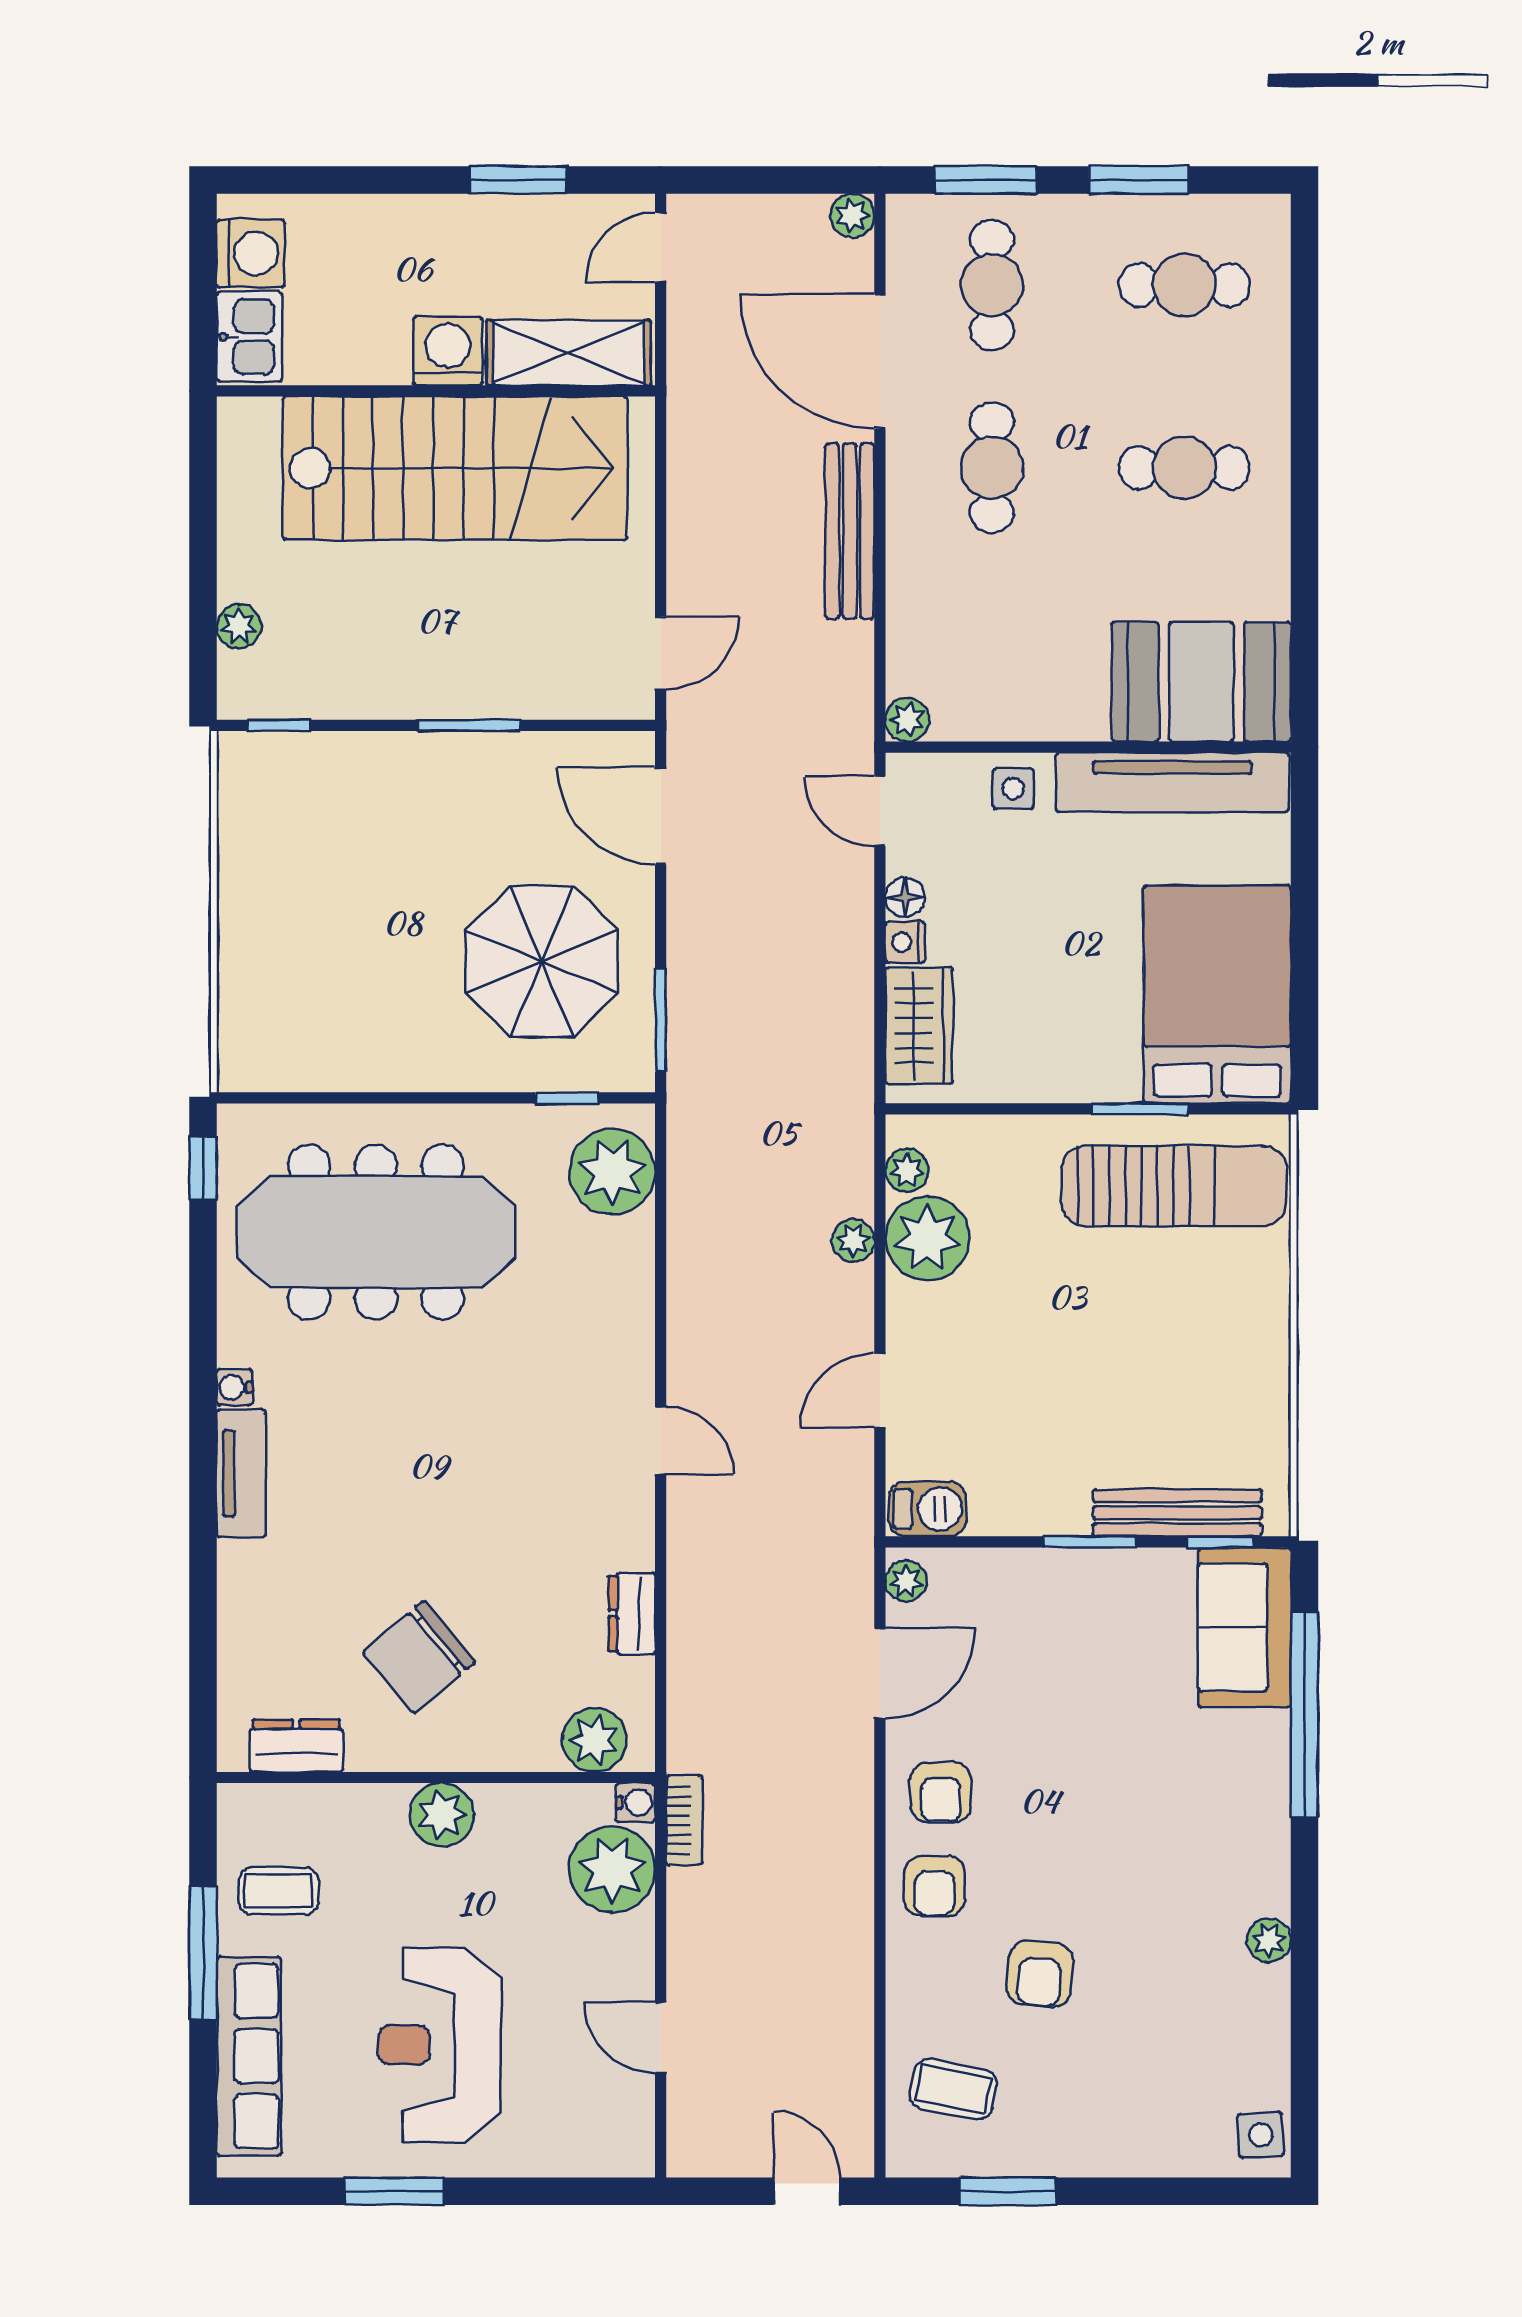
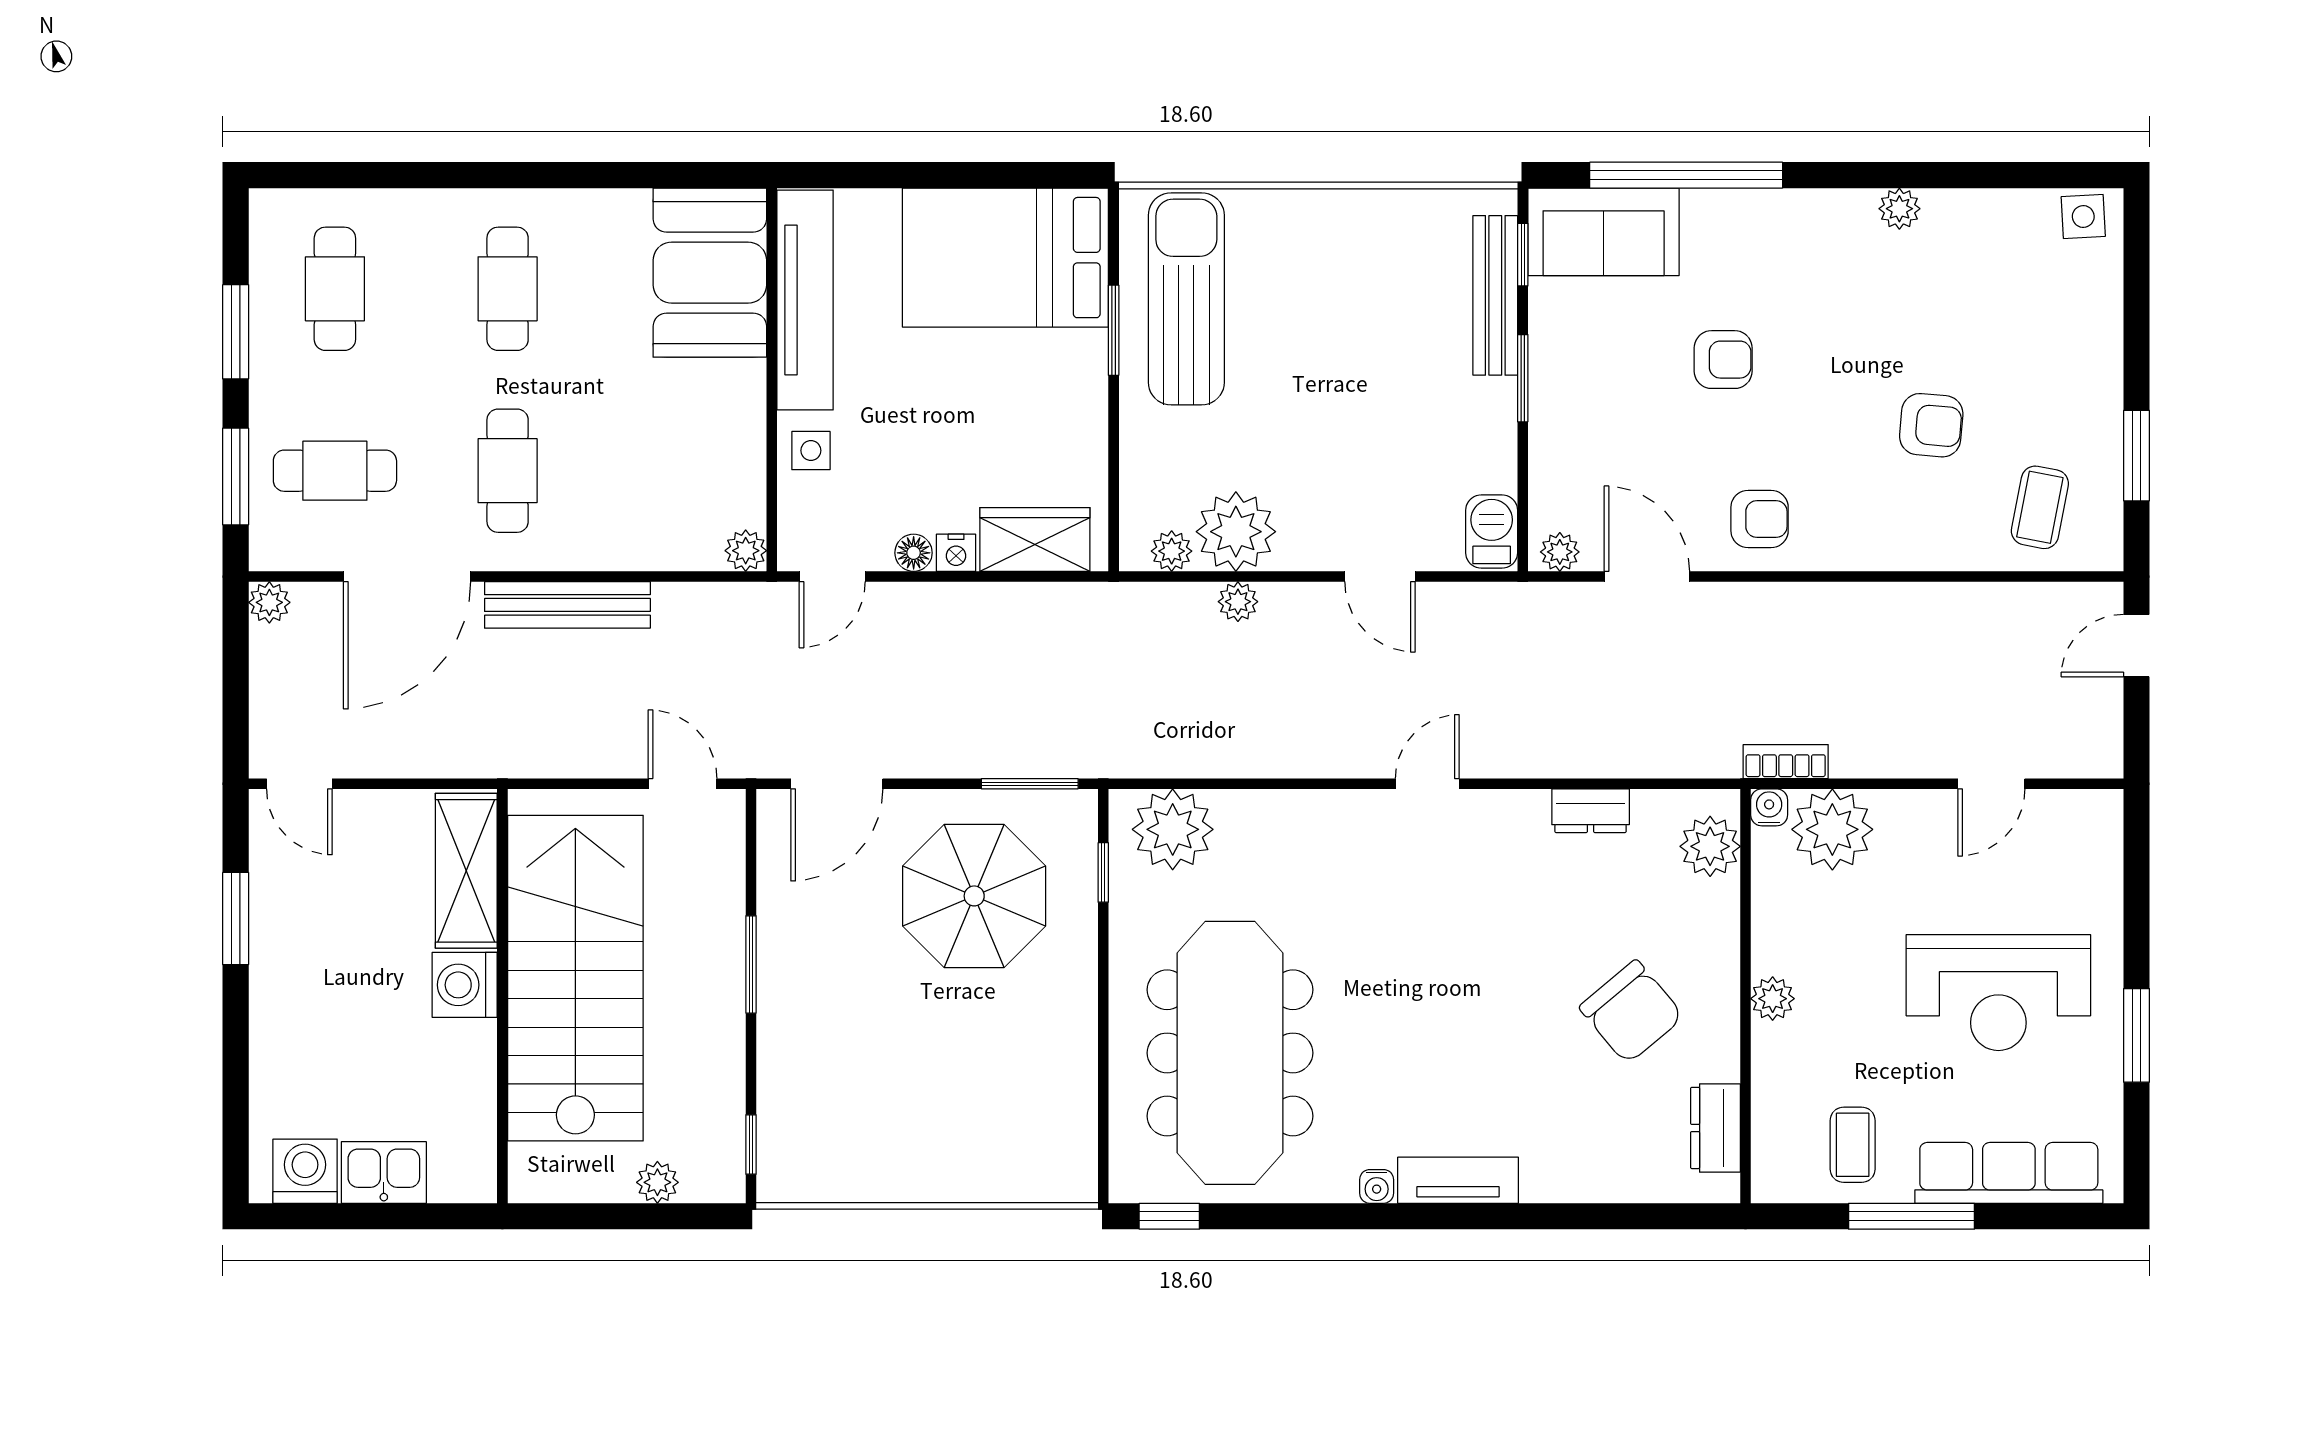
washing machine: (448, 351) -> (465, 985), moved
shelving: (568, 353) -> (466, 871), moved
wall: (436, 391) -> (502, 996), moved
stairs: (455, 468) -> (575, 978), moved
cafe table: (992, 468) -> (508, 471), turned 90
plant: (442, 1815) -> (1773, 999), width x0.73, depth x0.73
armchair: (935, 1886) -> (1723, 360), moved

